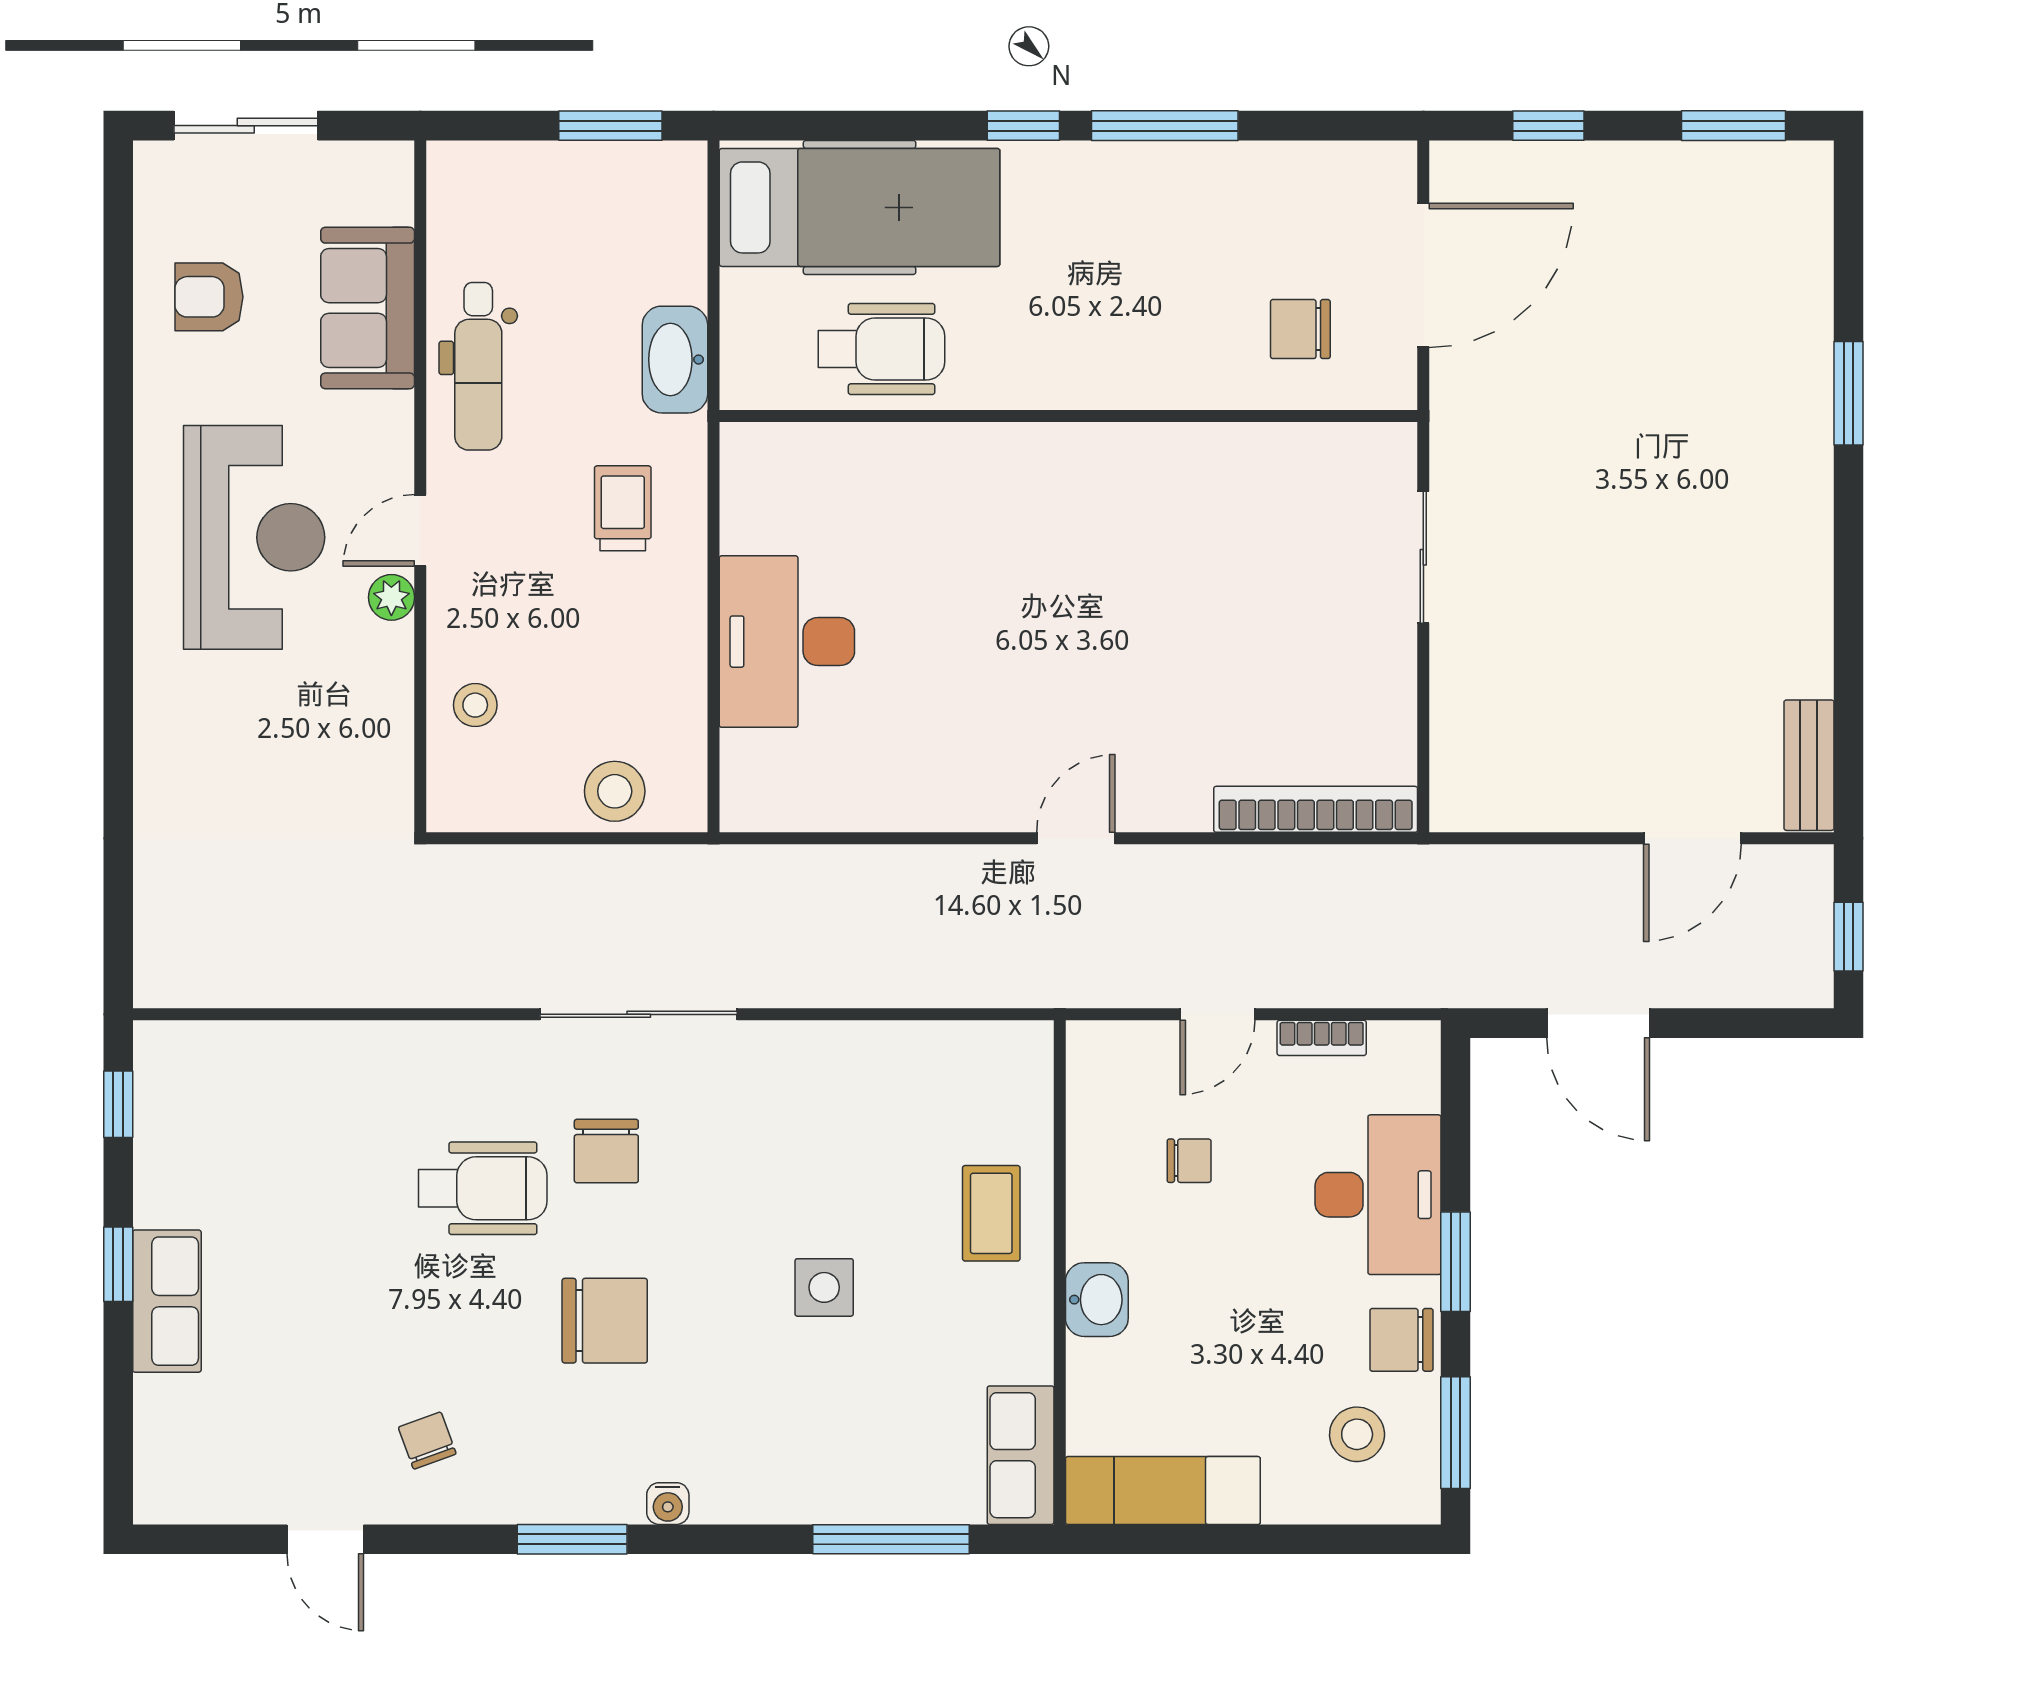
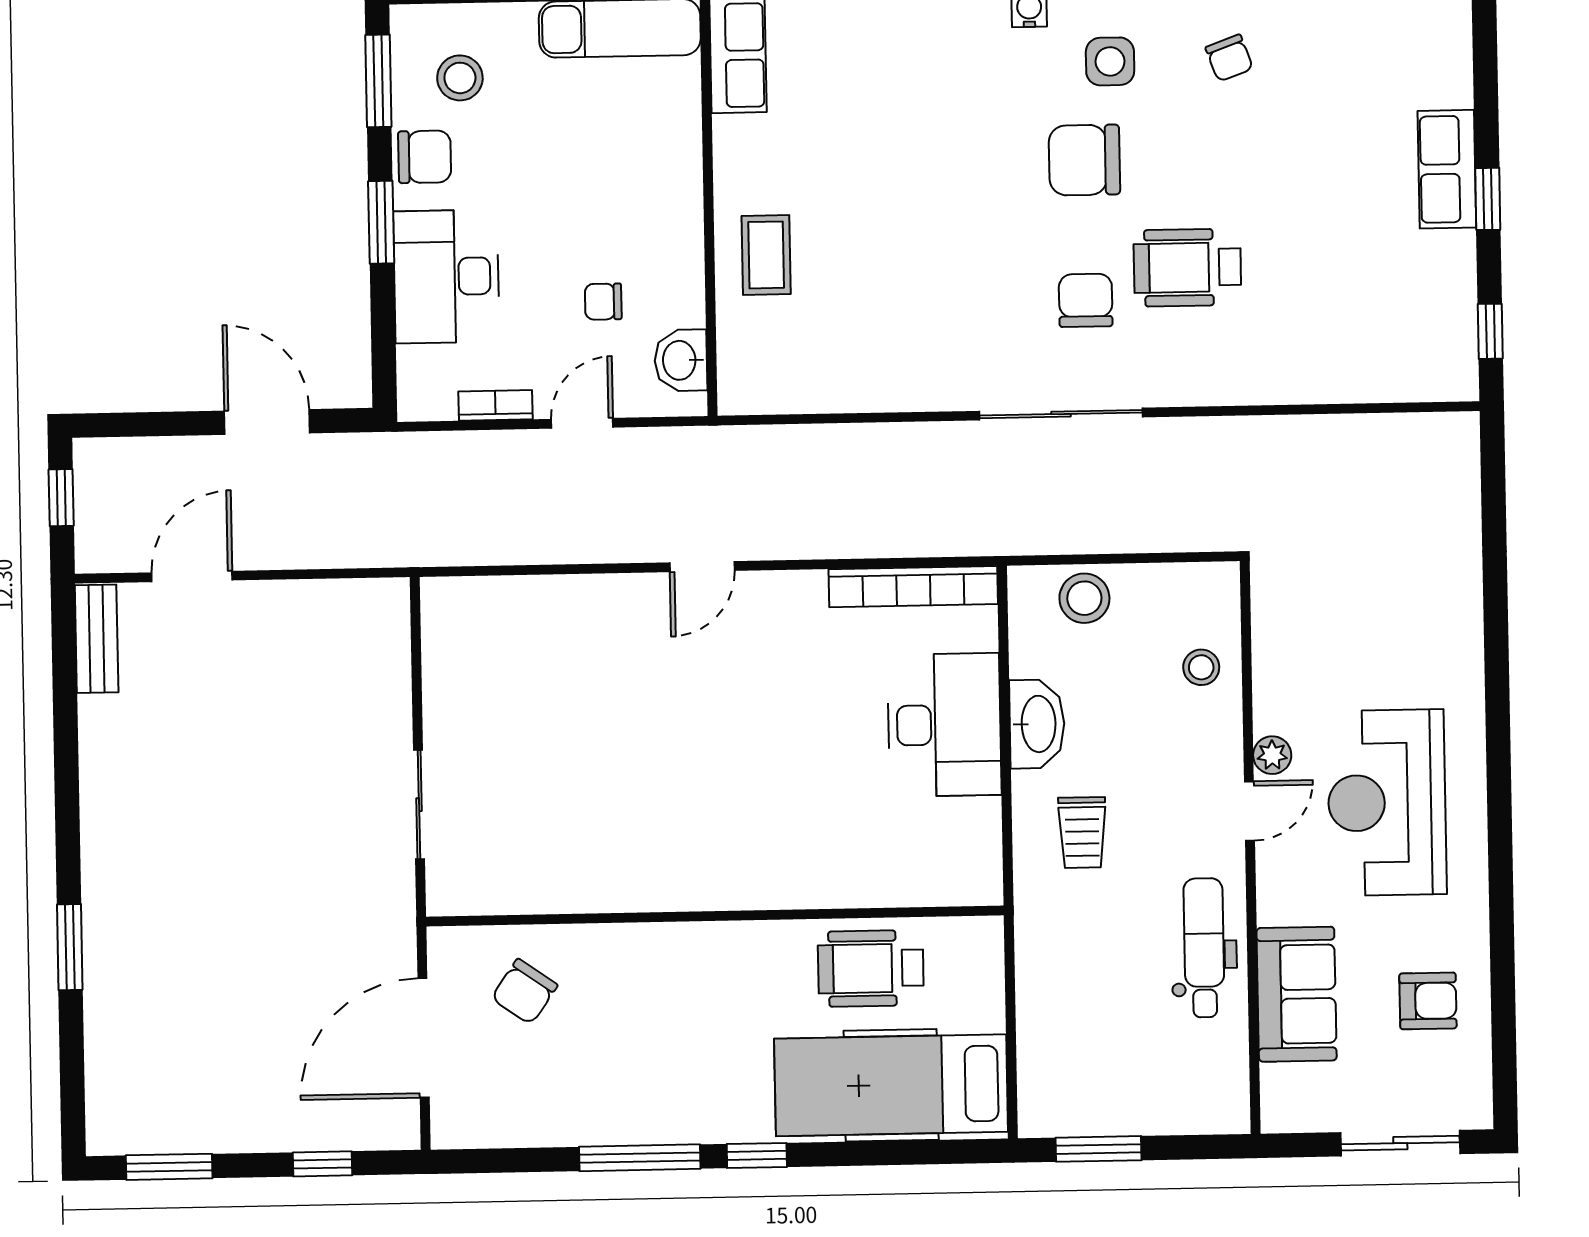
chair: (1300, 329) -> (524, 992), turned 125
washbasin: (675, 360) -> (1037, 724), moved
bookcase: (1316, 809) -> (913, 587), moved
side table: (824, 1287) -> (1110, 61), moved
washbasin: (1097, 1300) -> (681, 360), moved

